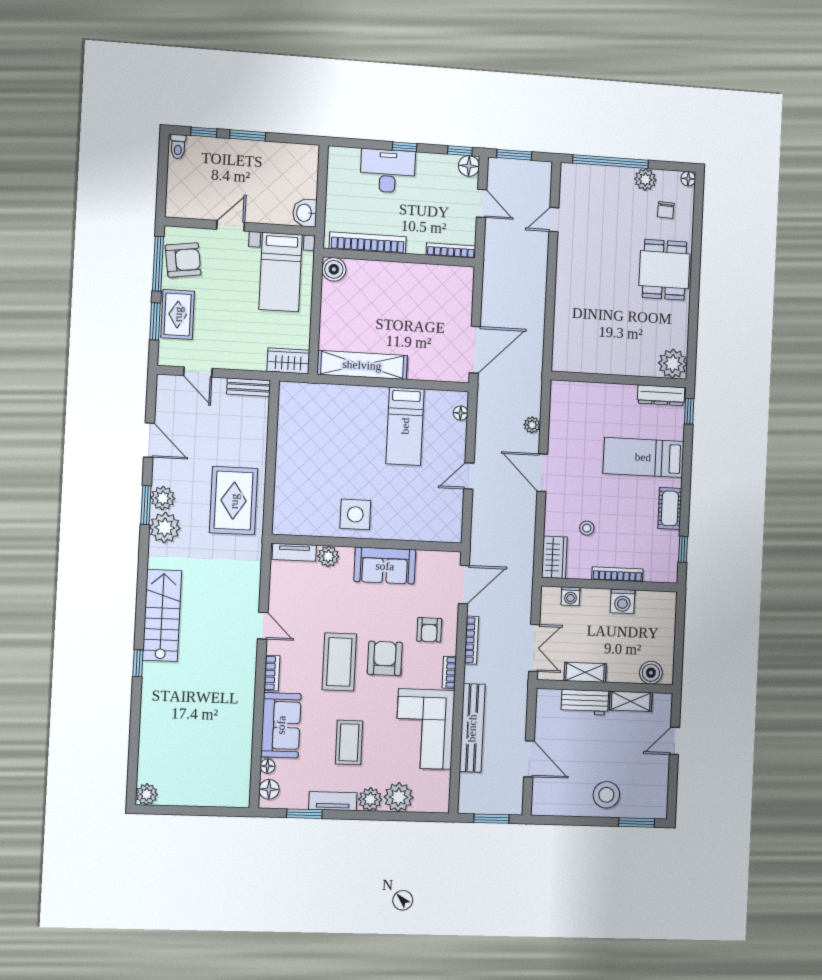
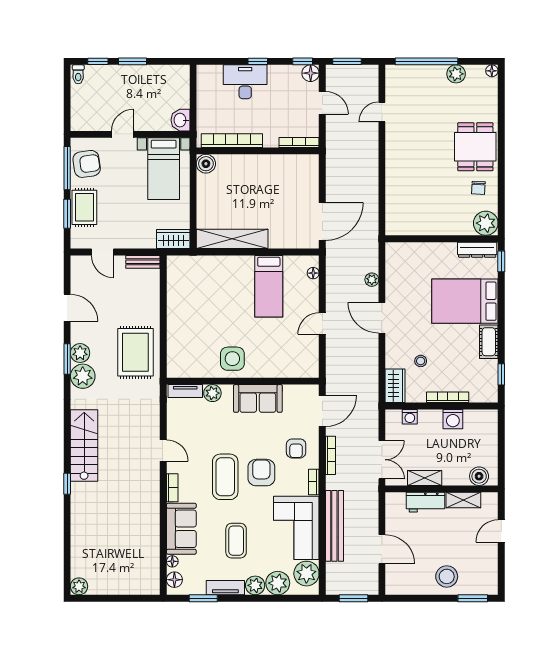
chair: (666, 210) -> (478, 188), moved
bed: (643, 457) -> (465, 301), width x1.50
plant: (435, 786) -> (306, 574), added

